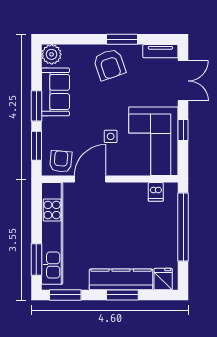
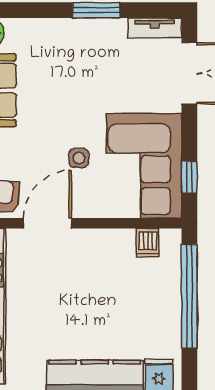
armchair: (109, 64) -> (77, 48), removed
window: (183, 130) -> (189, 177), moved

